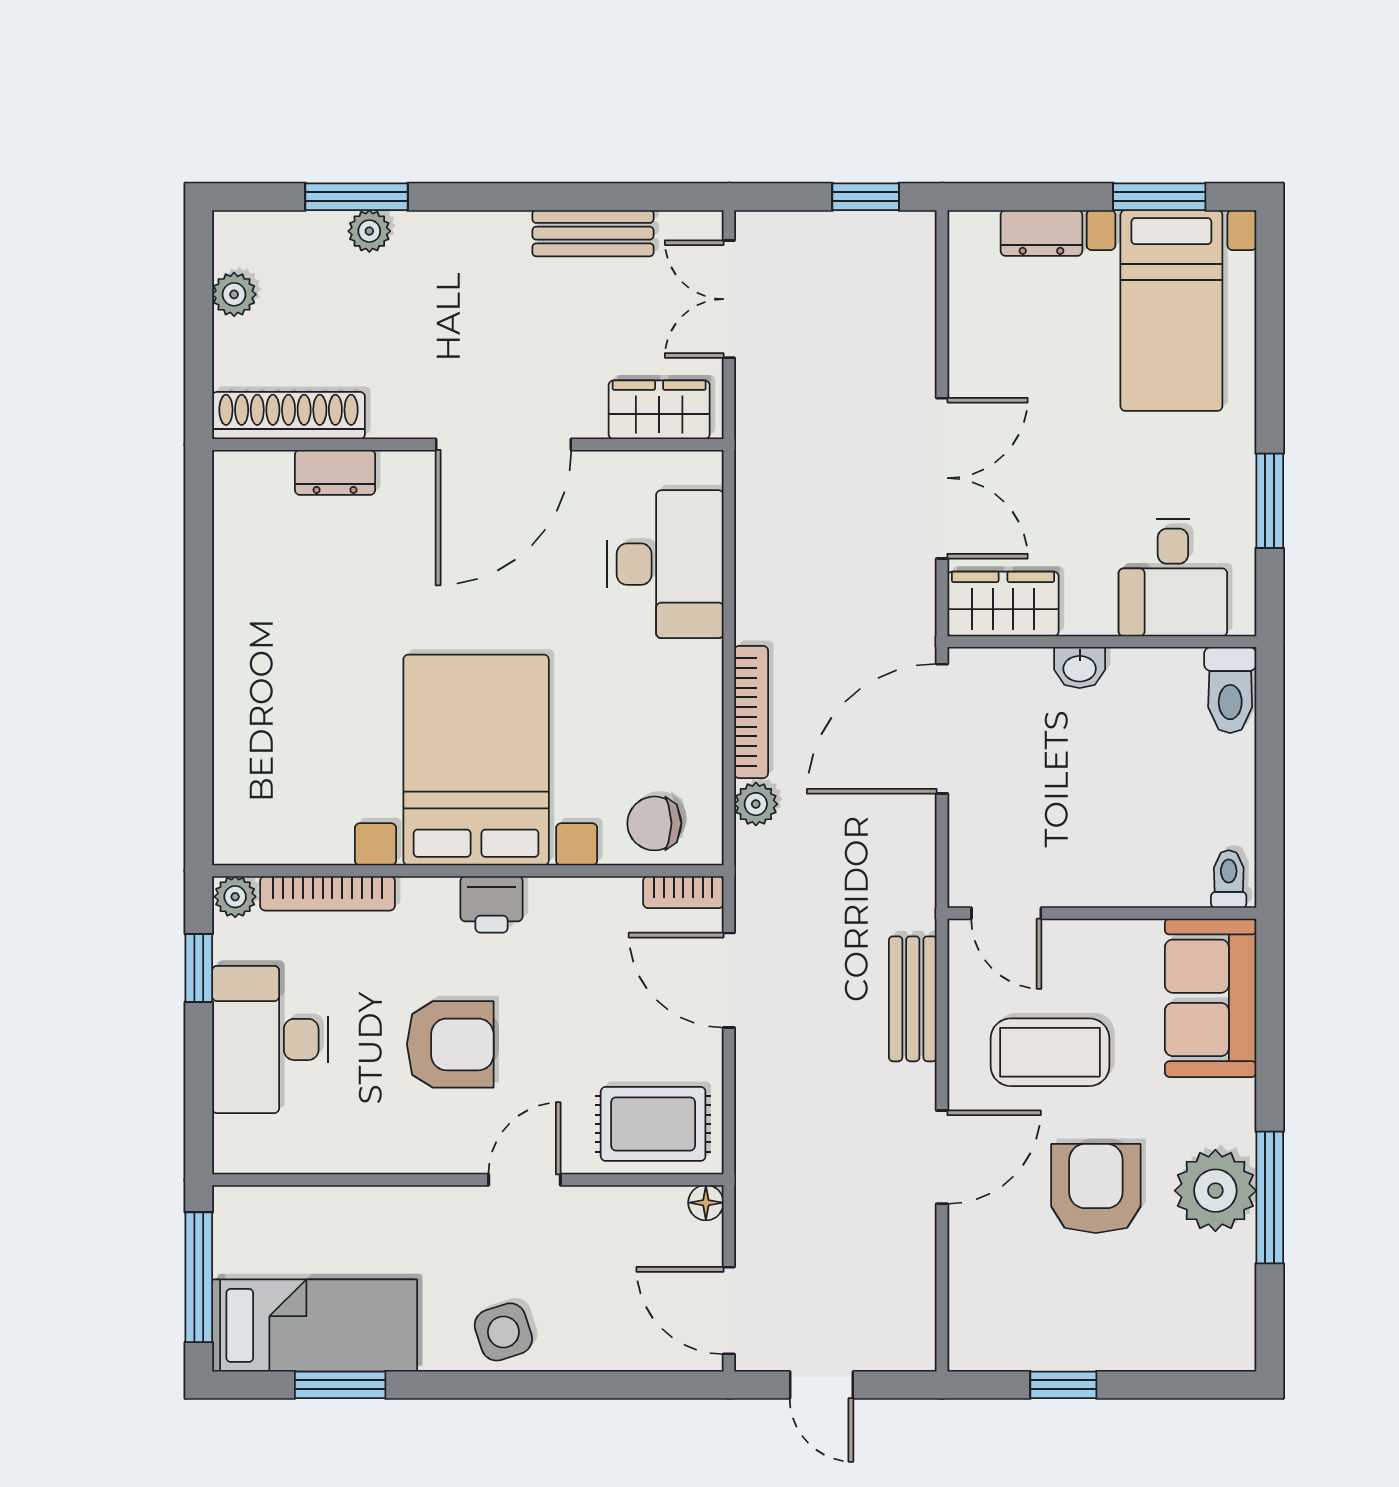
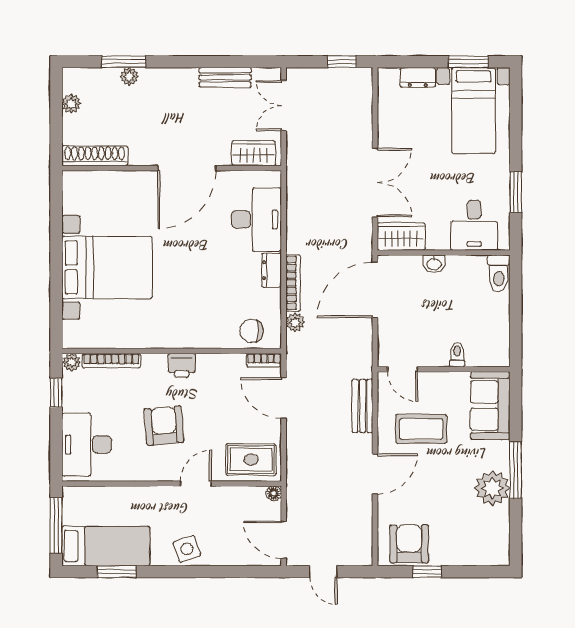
dresser: (335, 472) -> (272, 270), moved, turned 90
bed with nightstands: (476, 760) -> (107, 268), moved, turned 90
toilet: (1229, 879) -> (457, 355), moved
desk: (270, 1039) -> (87, 445), moved
armchair: (450, 1044) -> (164, 426), turned -95
armchair: (1096, 1189) -> (409, 544), moved
window: (1270, 1197) -> (516, 470), moved

